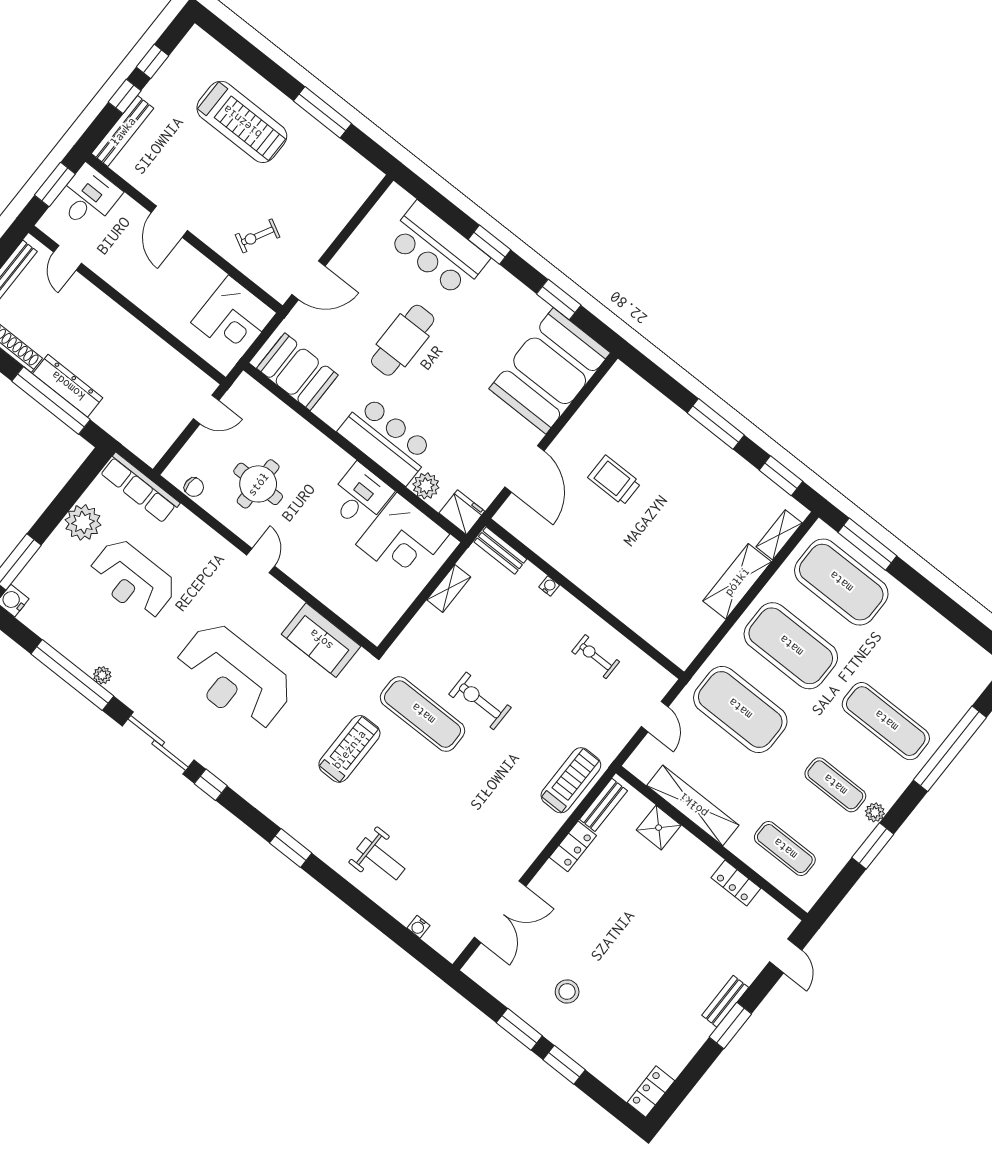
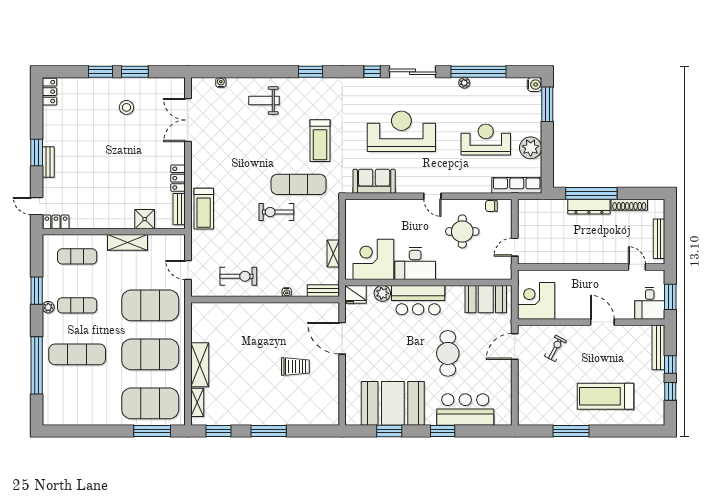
booth: (550, 371) -> (393, 403), moved, turned 90
desk: (360, 496) -> (415, 264), width x1.37
exercise bike: (596, 657) -> (238, 276), width x1.38, depth x1.39
exercise bike: (480, 701) -> (276, 212), turned 180
shelving: (693, 805) -> (127, 242), width x0.68
locker: (736, 883) -> (56, 222), moved

